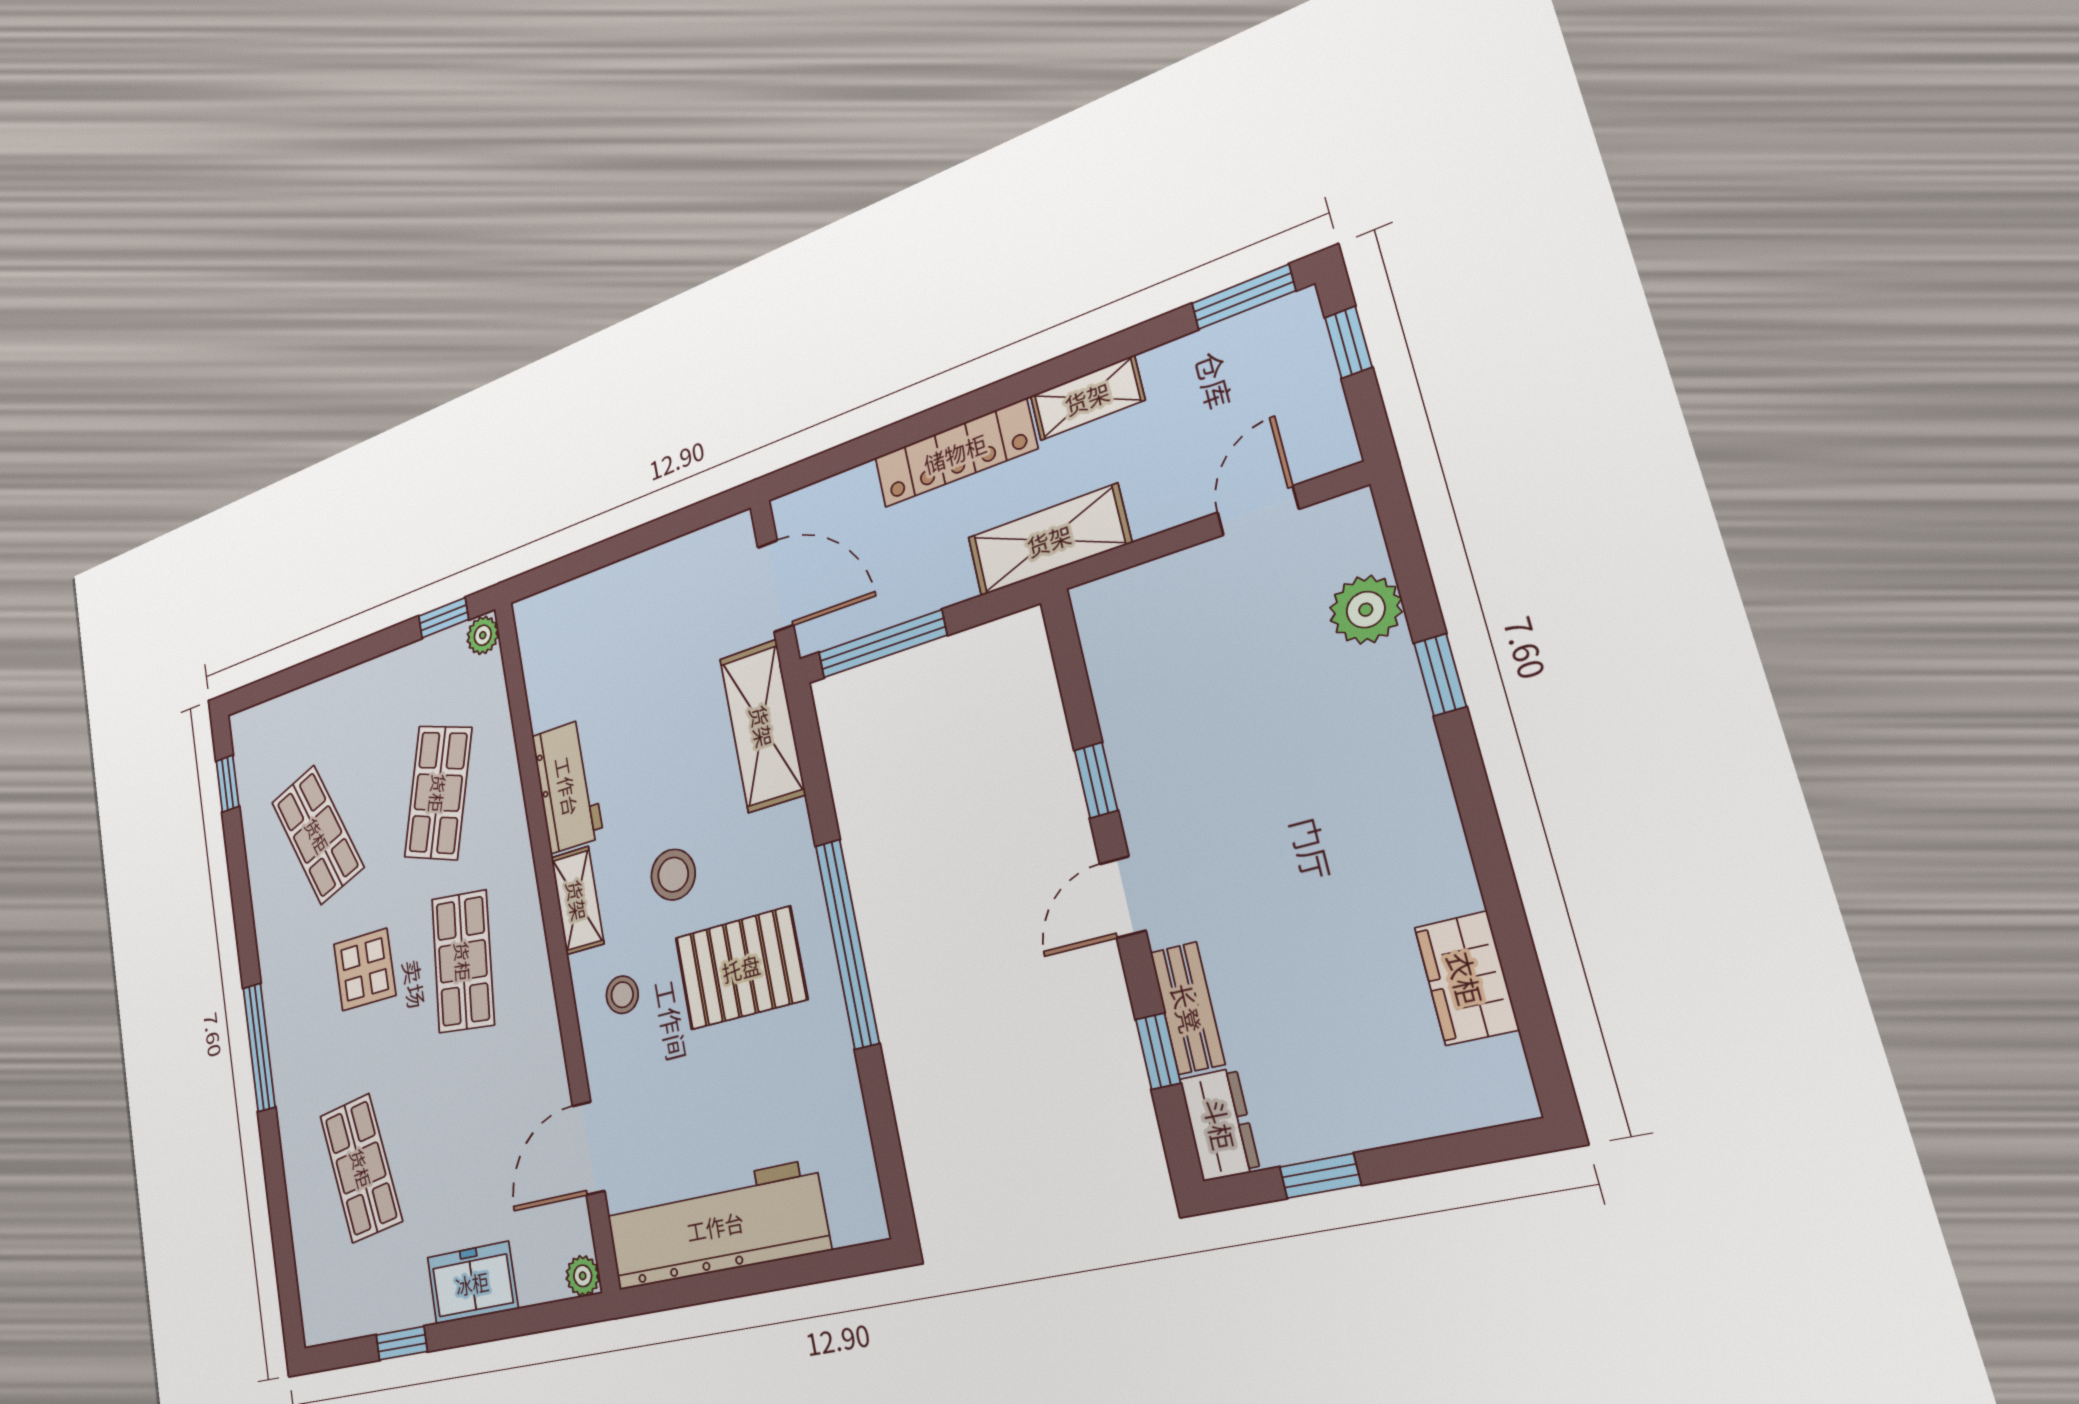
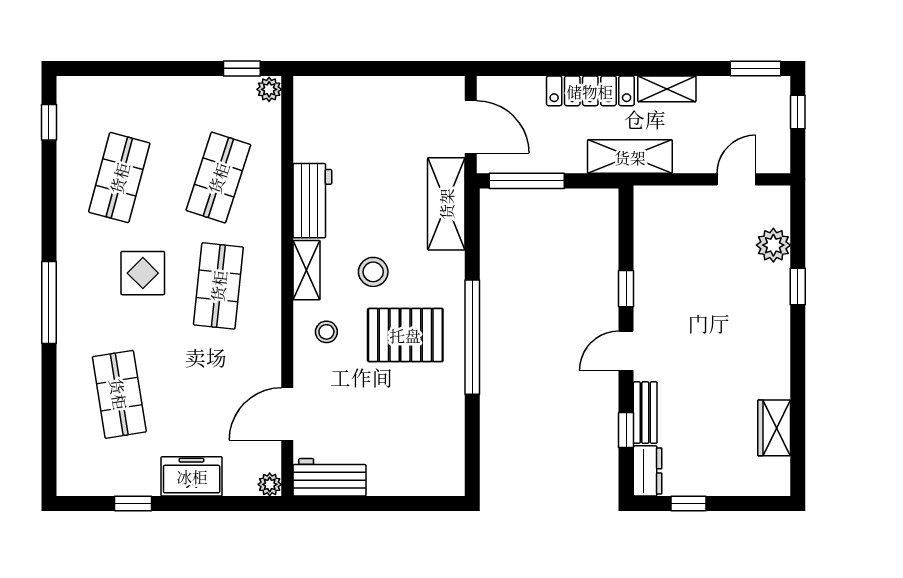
shop shelf: (317, 835) -> (119, 178), turned 36
workbench: (715, 1226) -> (330, 477), width x0.53, depth x0.76

